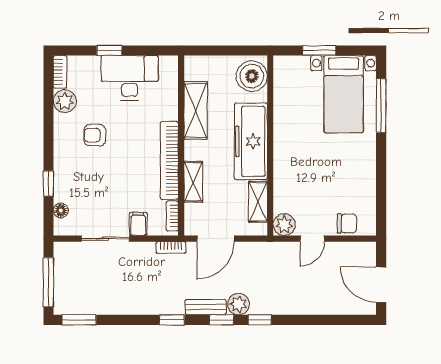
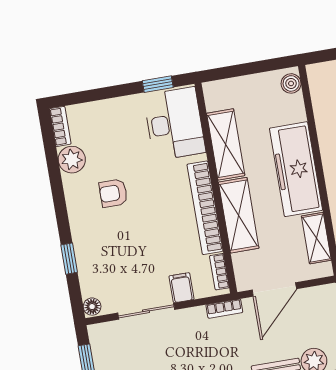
window: (109, 50) -> (158, 84), moved
boiler: (252, 76) -> (291, 83), width x0.54, depth x0.54
desk: (130, 78) -> (174, 124), moved, turned 90
shelving: (193, 182) -> (239, 215), width x1.50, depth x1.33
floor lamp: (61, 210) -> (92, 307), moved

